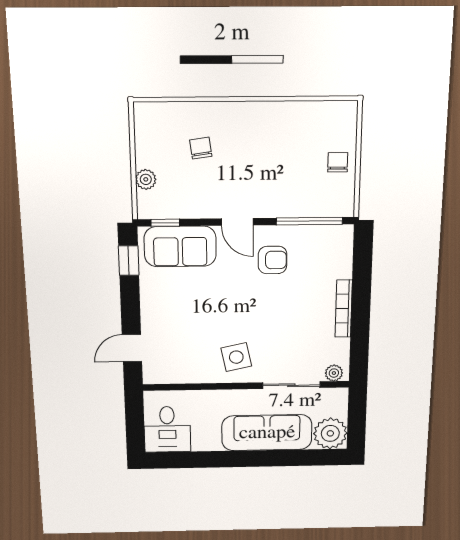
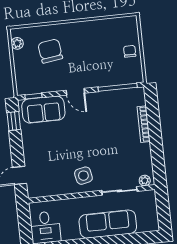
chair: (201, 148) -> (50, 51), width x1.87, depth x1.87
plant: (146, 179) -> (17, 43), moved
armchair: (273, 260) -> (99, 113), removed
bookcase: (344, 309) -> (144, 124), moved
plant: (330, 433) -> (148, 221), removed

